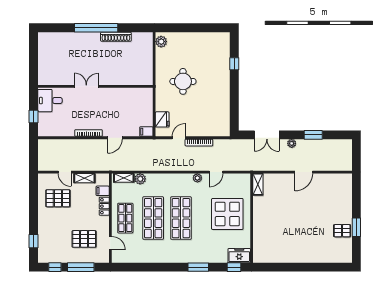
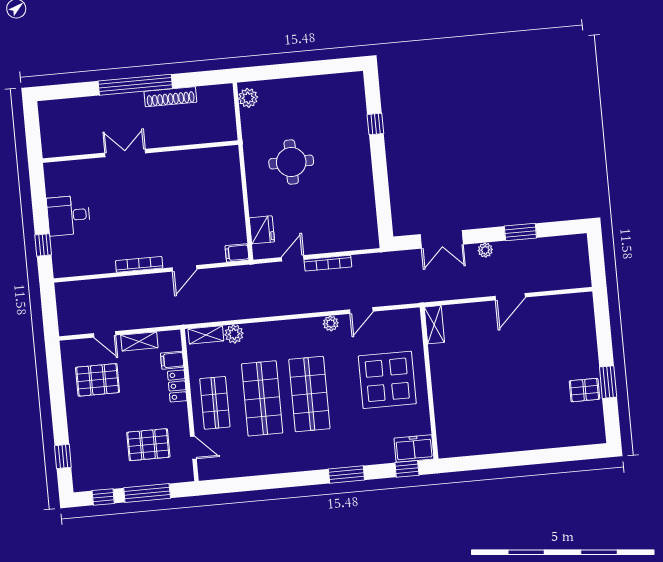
double door: (86, 86) -> (125, 153), moved
wall: (95, 86) -> (140, 152), moved

